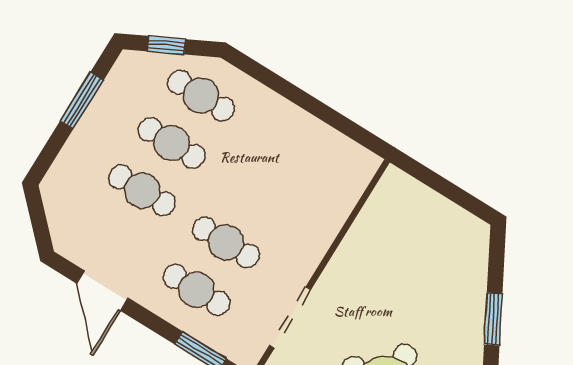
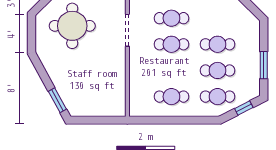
cafe table: (285, 147) -> (171, 97), added
window: (493, 319) -> (57, 100), moved

